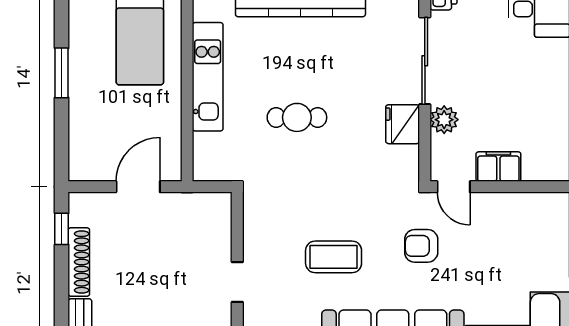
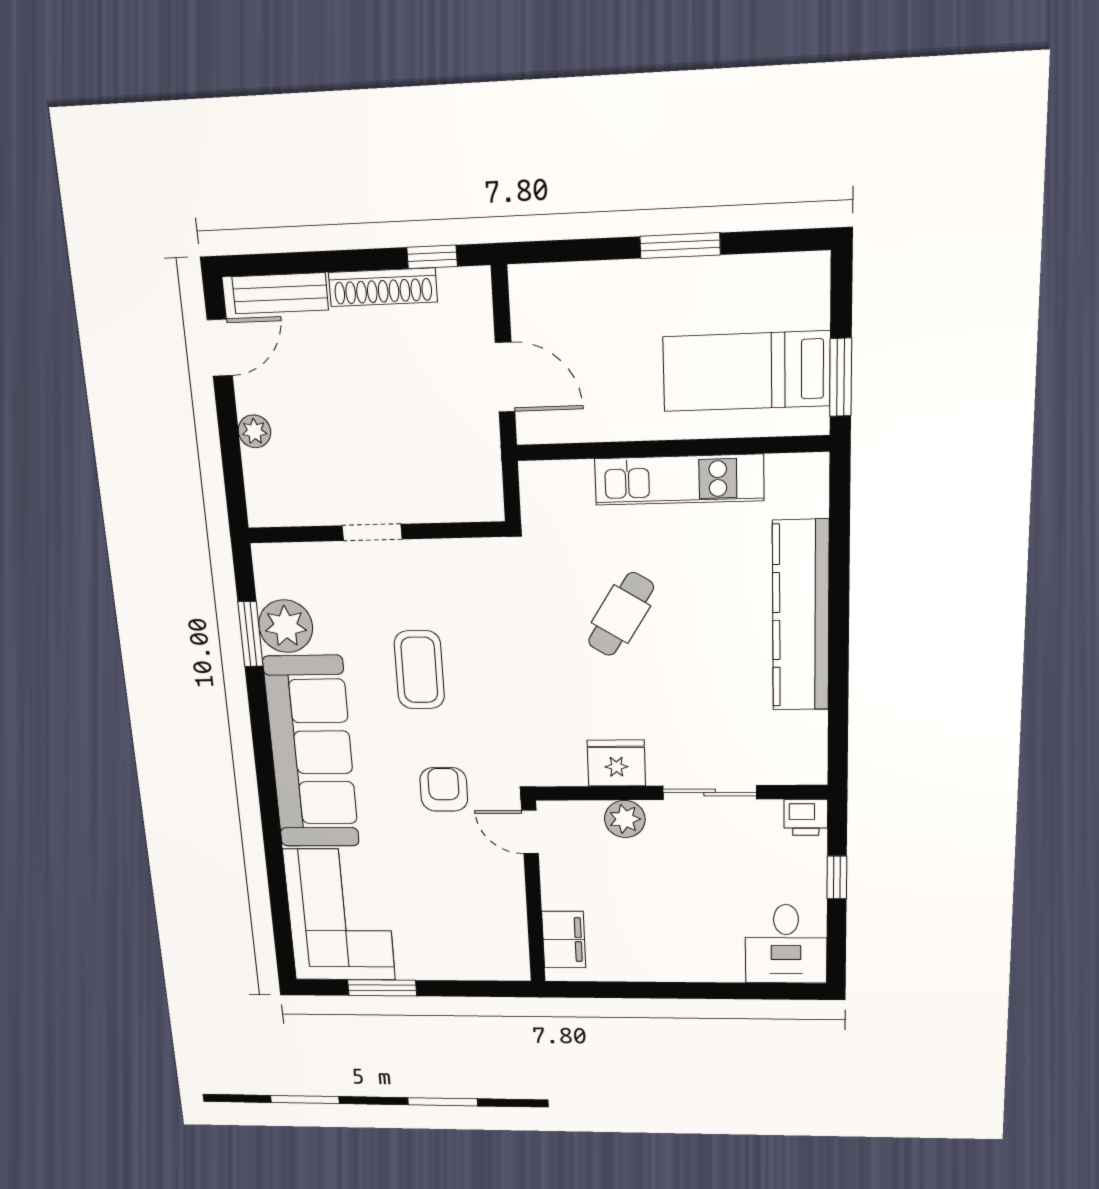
sliding door: (425, 61) -> (710, 793), width x0.73
cafe table: (297, 117) -> (621, 614), turned 32
filing cabinet: (498, 167) -> (564, 940), moved
door: (454, 187) -> (530, 832), hinge flipped

